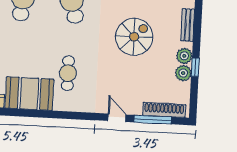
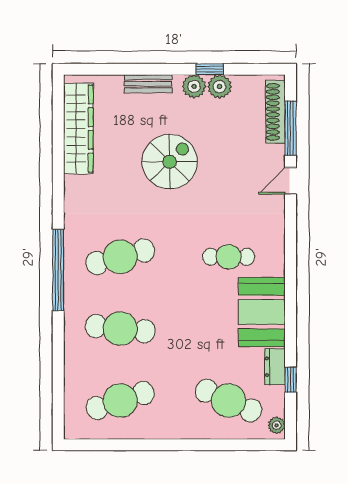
spiral stairs: (134, 37) -> (170, 162), turned 90

